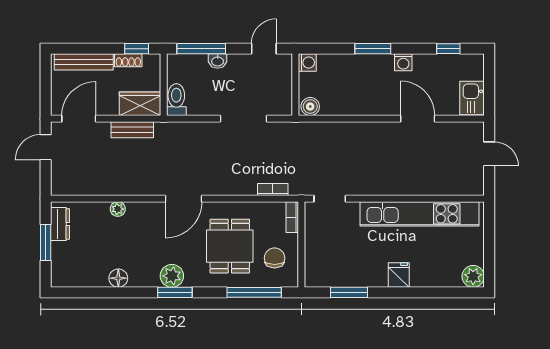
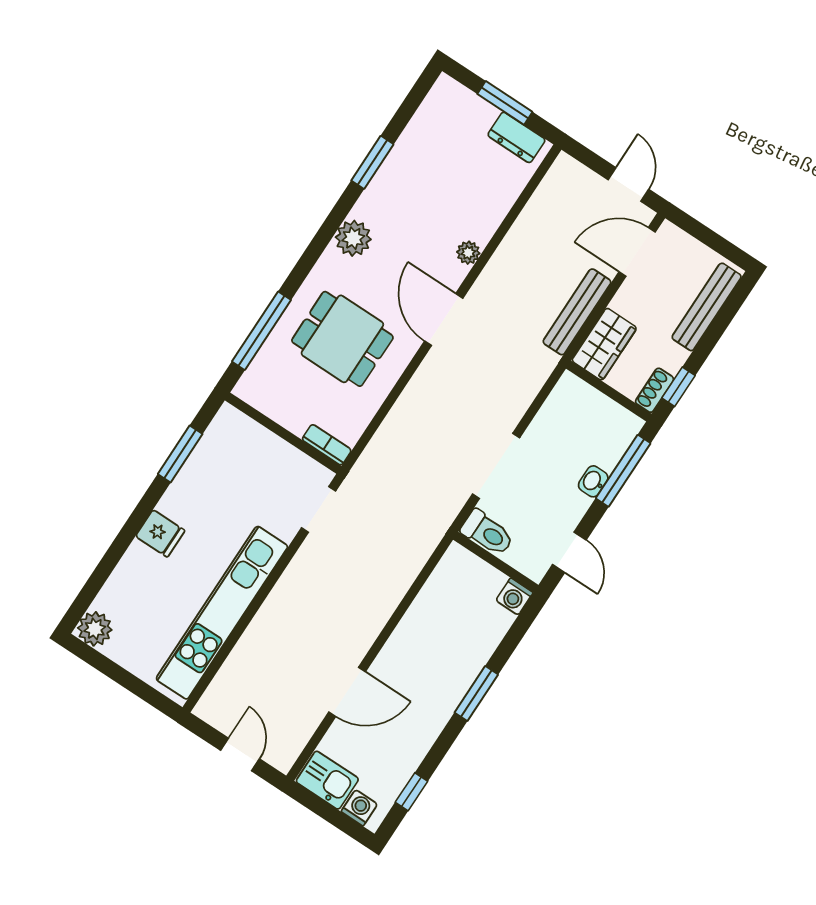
shoe rack: (128, 60) -> (655, 390), moved
washing machine: (403, 62) -> (359, 808), moved, turned 90
toilet: (176, 100) -> (487, 533), moved
boiler: (310, 107) -> (455, 563), removed
door: (79, 119) -> (637, 252), swing flipped
bench: (132, 130) -> (577, 312), width x1.36
door: (489, 154) -> (240, 755), swing flipped
bookcase: (273, 189) -> (379, 443), removed
plant: (118, 209) -> (468, 253), moved
chair: (275, 258) -> (289, 387), removed
floor lamp: (118, 278) -> (396, 167), removed
window: (175, 292) -> (372, 162), moved

